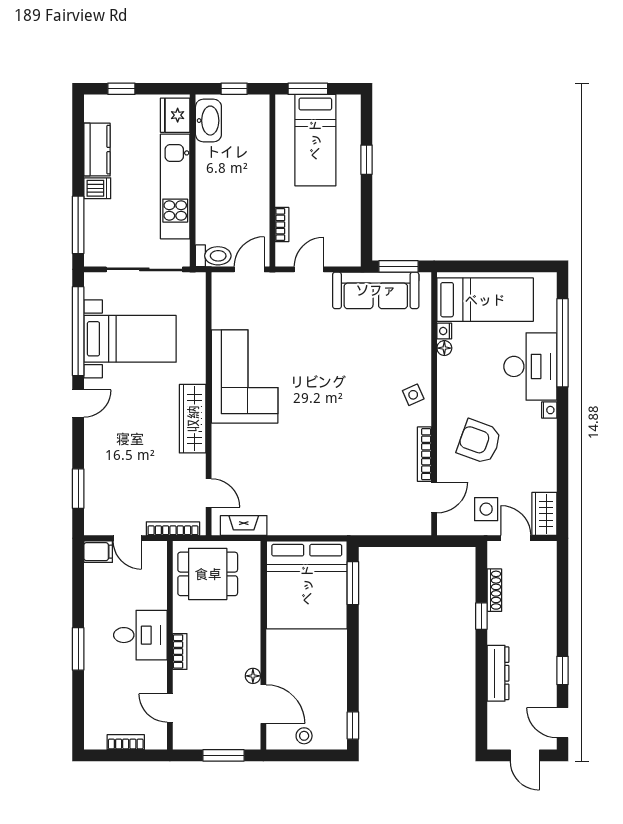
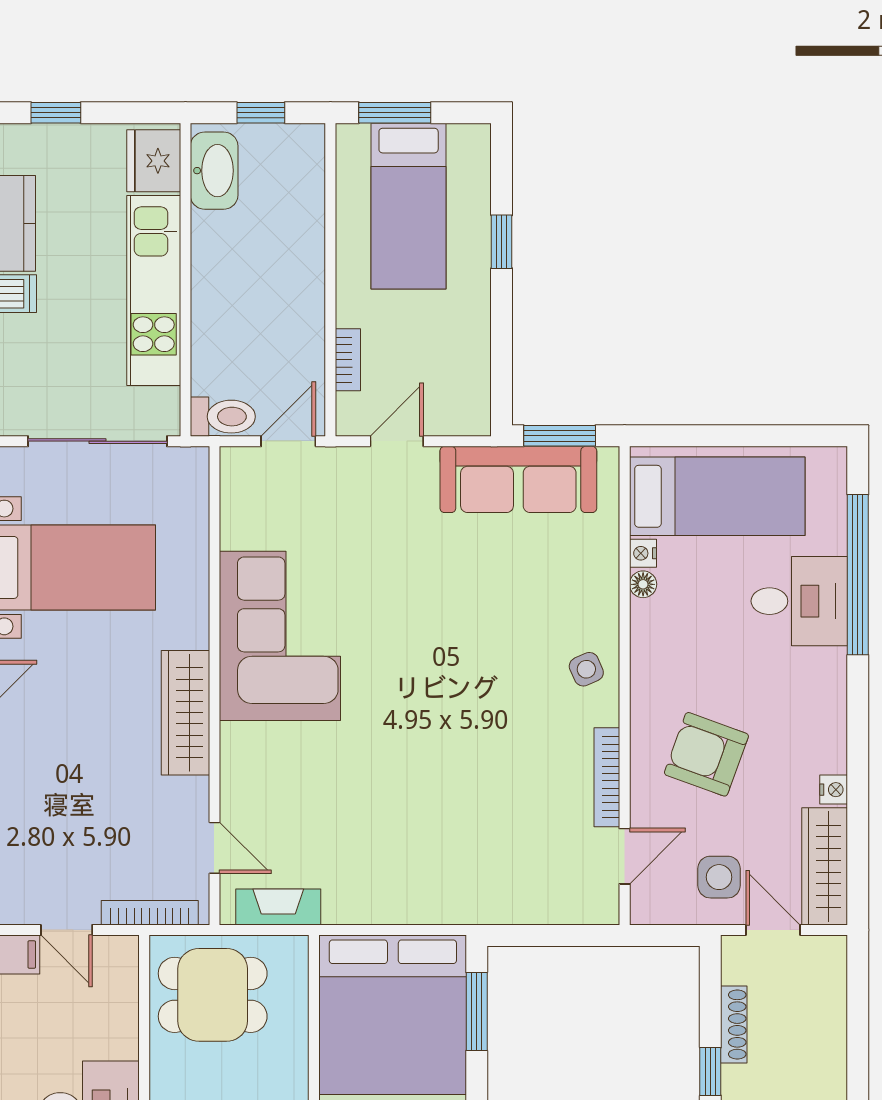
desk: (530, 366) -> (799, 601), width x0.73
nightstand: (549, 410) -> (834, 790), moved
wardrobe: (544, 514) -> (825, 866), width x1.50

